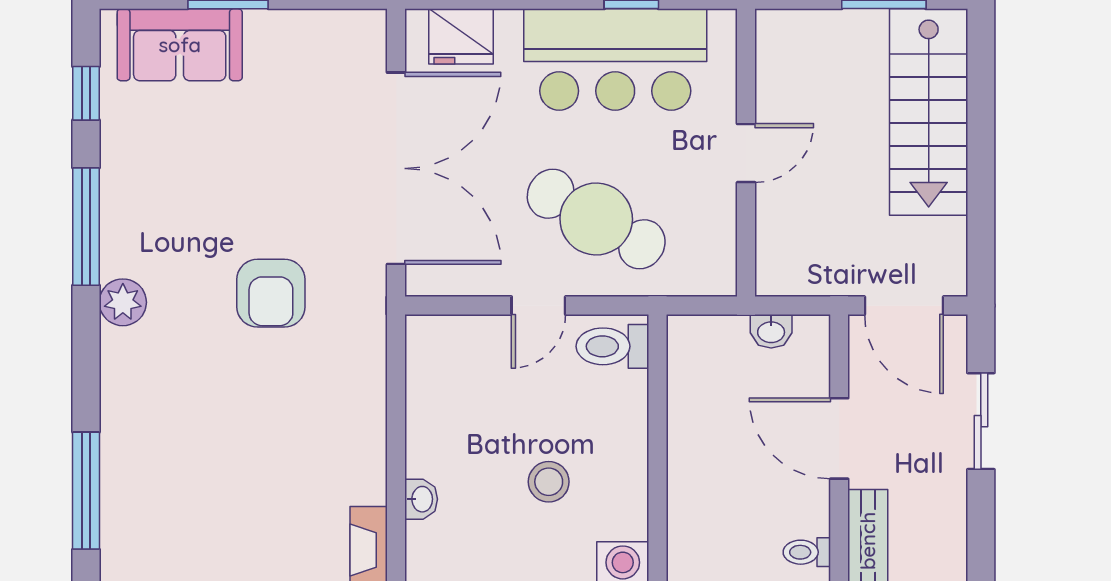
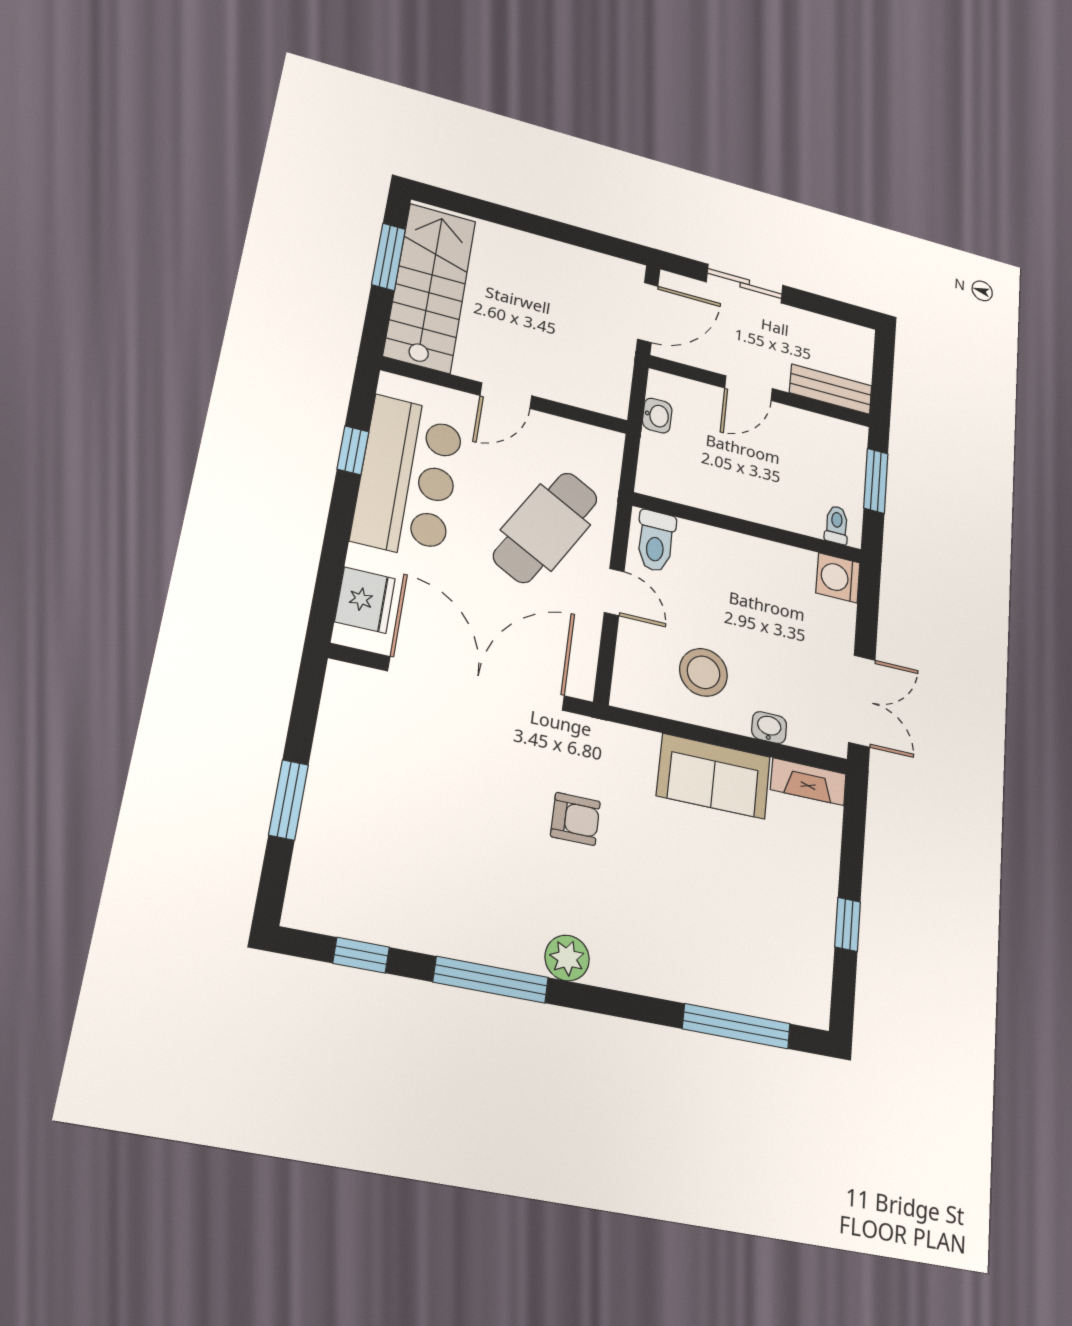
sofa: (180, 45) -> (714, 776), moved, turned 90
stairs: (929, 112) -> (430, 288), moved, turned -90
door: (746, 153) -> (506, 396), swing flipped
armchair: (271, 293) -> (575, 819), width x0.72, depth x0.72
door: (839, 438) -> (749, 388), width x0.73
stool: (549, 482) -> (703, 672), moved, width x1.38, depth x1.38
toilet: (807, 552) -> (837, 525), moved, turned 180

